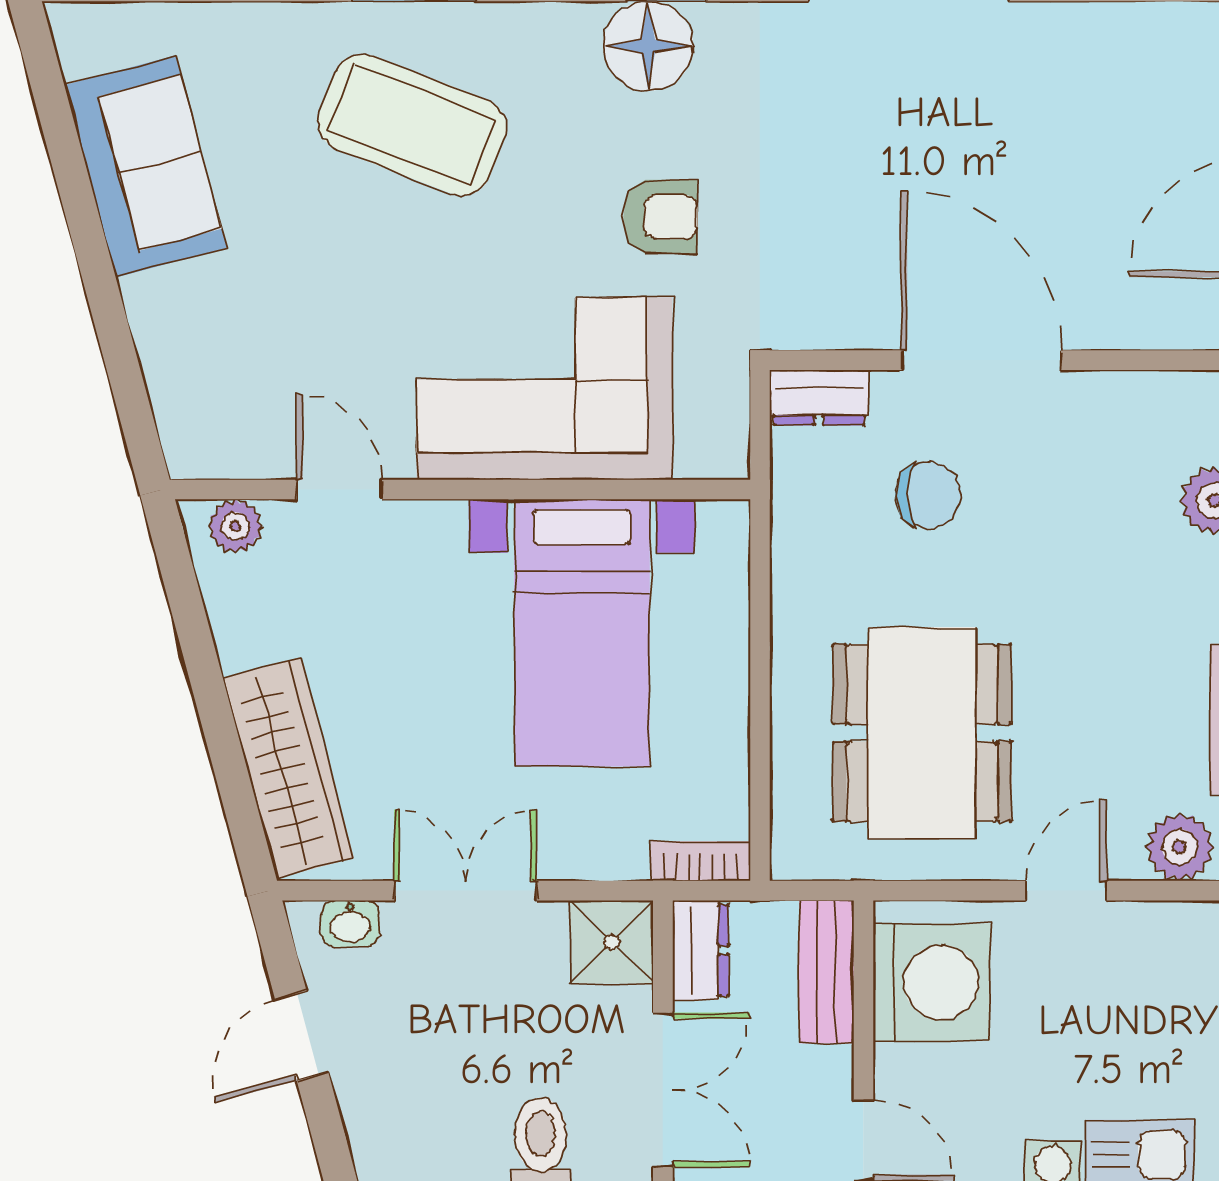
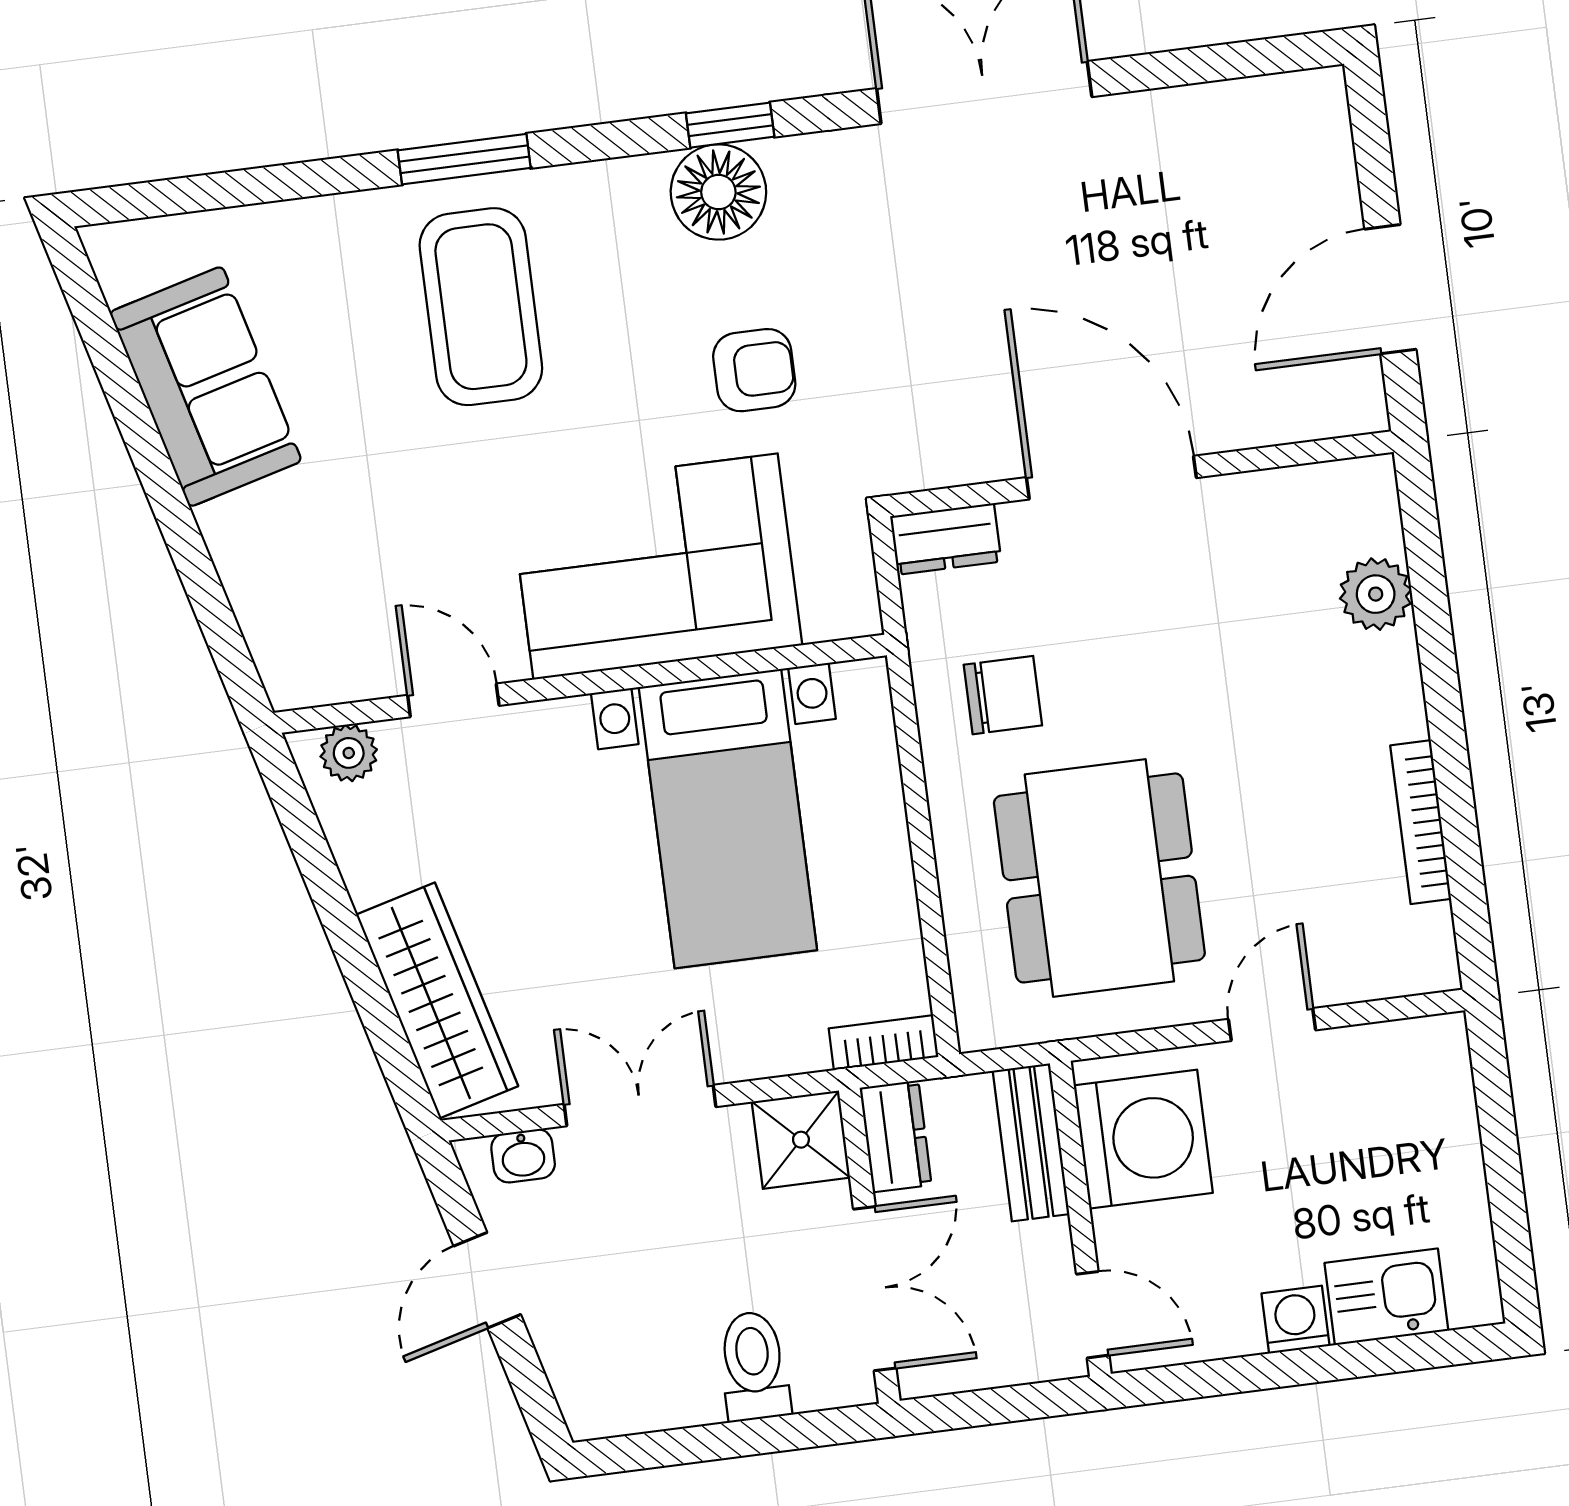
coffee table: (412, 125) -> (481, 307), turned 69
chair: (928, 495) -> (1003, 695), moved
plant: (1180, 847) -> (1386, 963), removed

